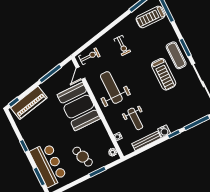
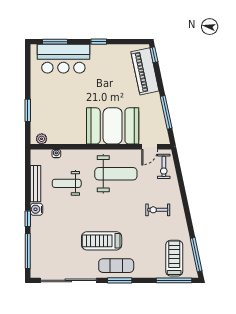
door: (80, 73) -> (150, 147), swing flipped
cafe table: (83, 157) -> (53, 102), removed

